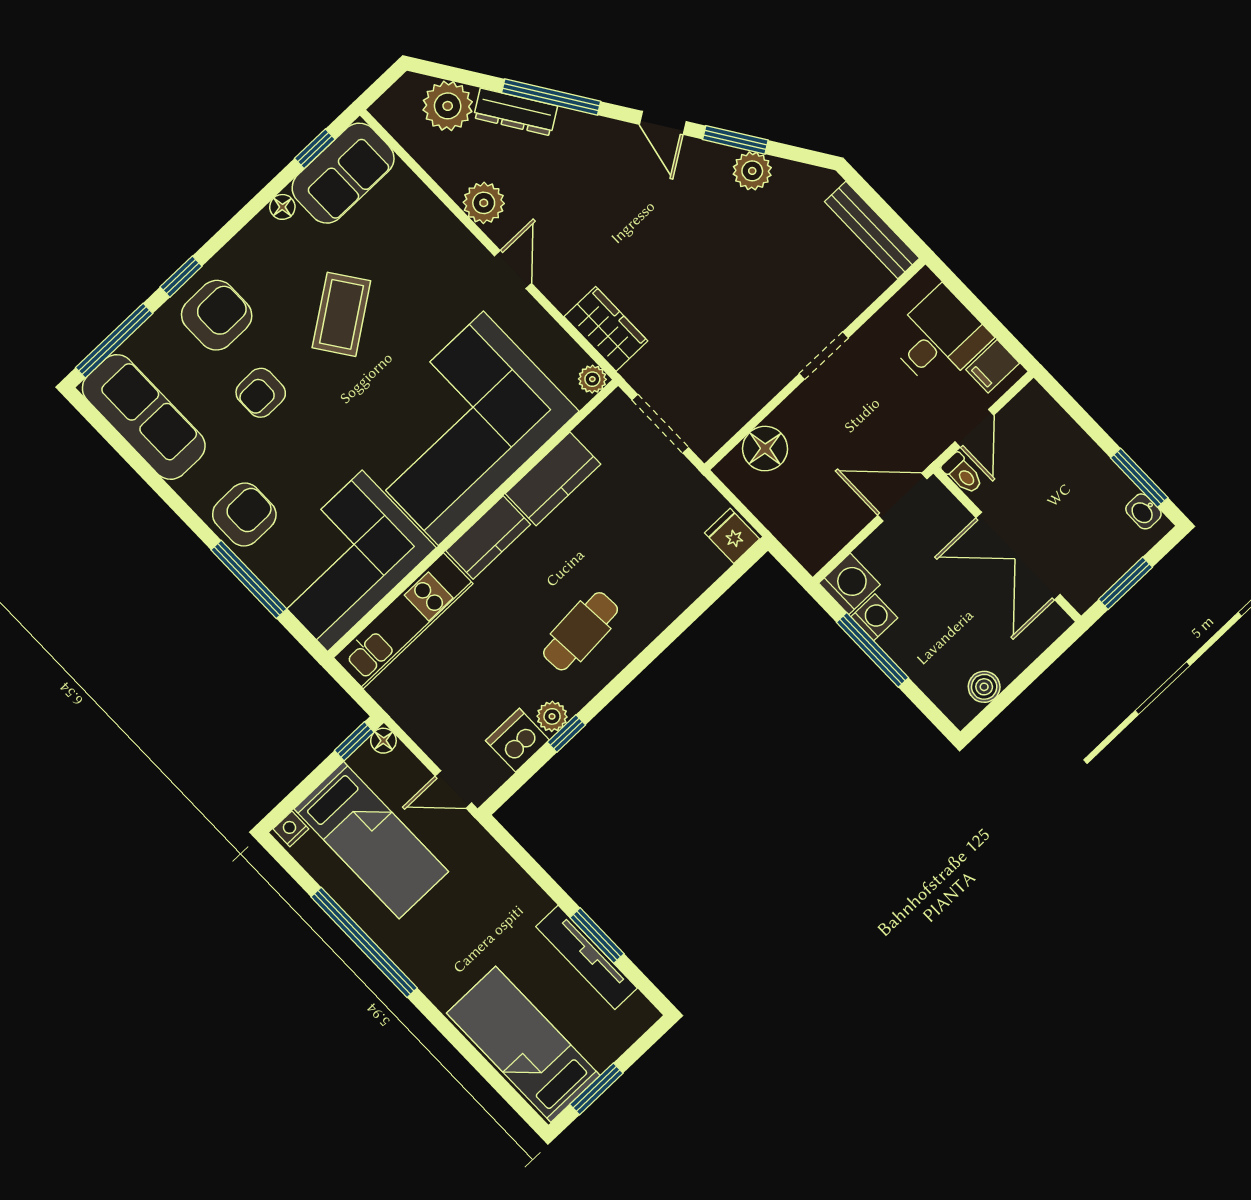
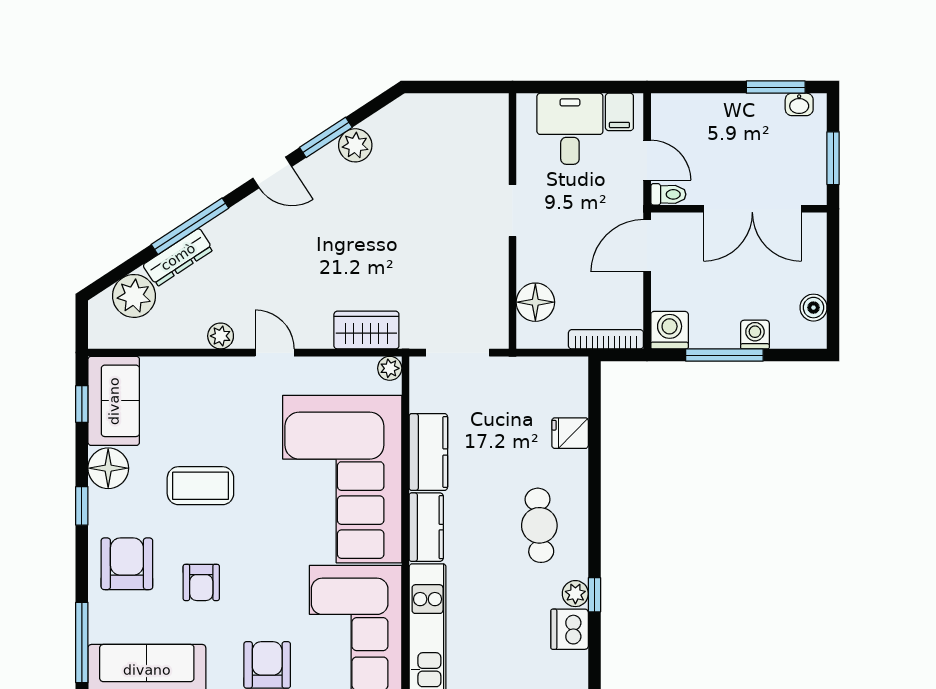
plant: (484, 203) -> (221, 336), width x0.73, depth x0.73
floor lamp: (282, 207) -> (108, 468), width x1.89, depth x1.89
bench: (872, 230) -> (463, 106), removed
window: (181, 277) -> (82, 506), moved
coffee table: (341, 314) -> (200, 486), turned -55
fridge: (732, 536) -> (570, 433), moved
bookcase: (791, 538) -> (606, 339), added
washing machine: (874, 617) -> (755, 335), moved

